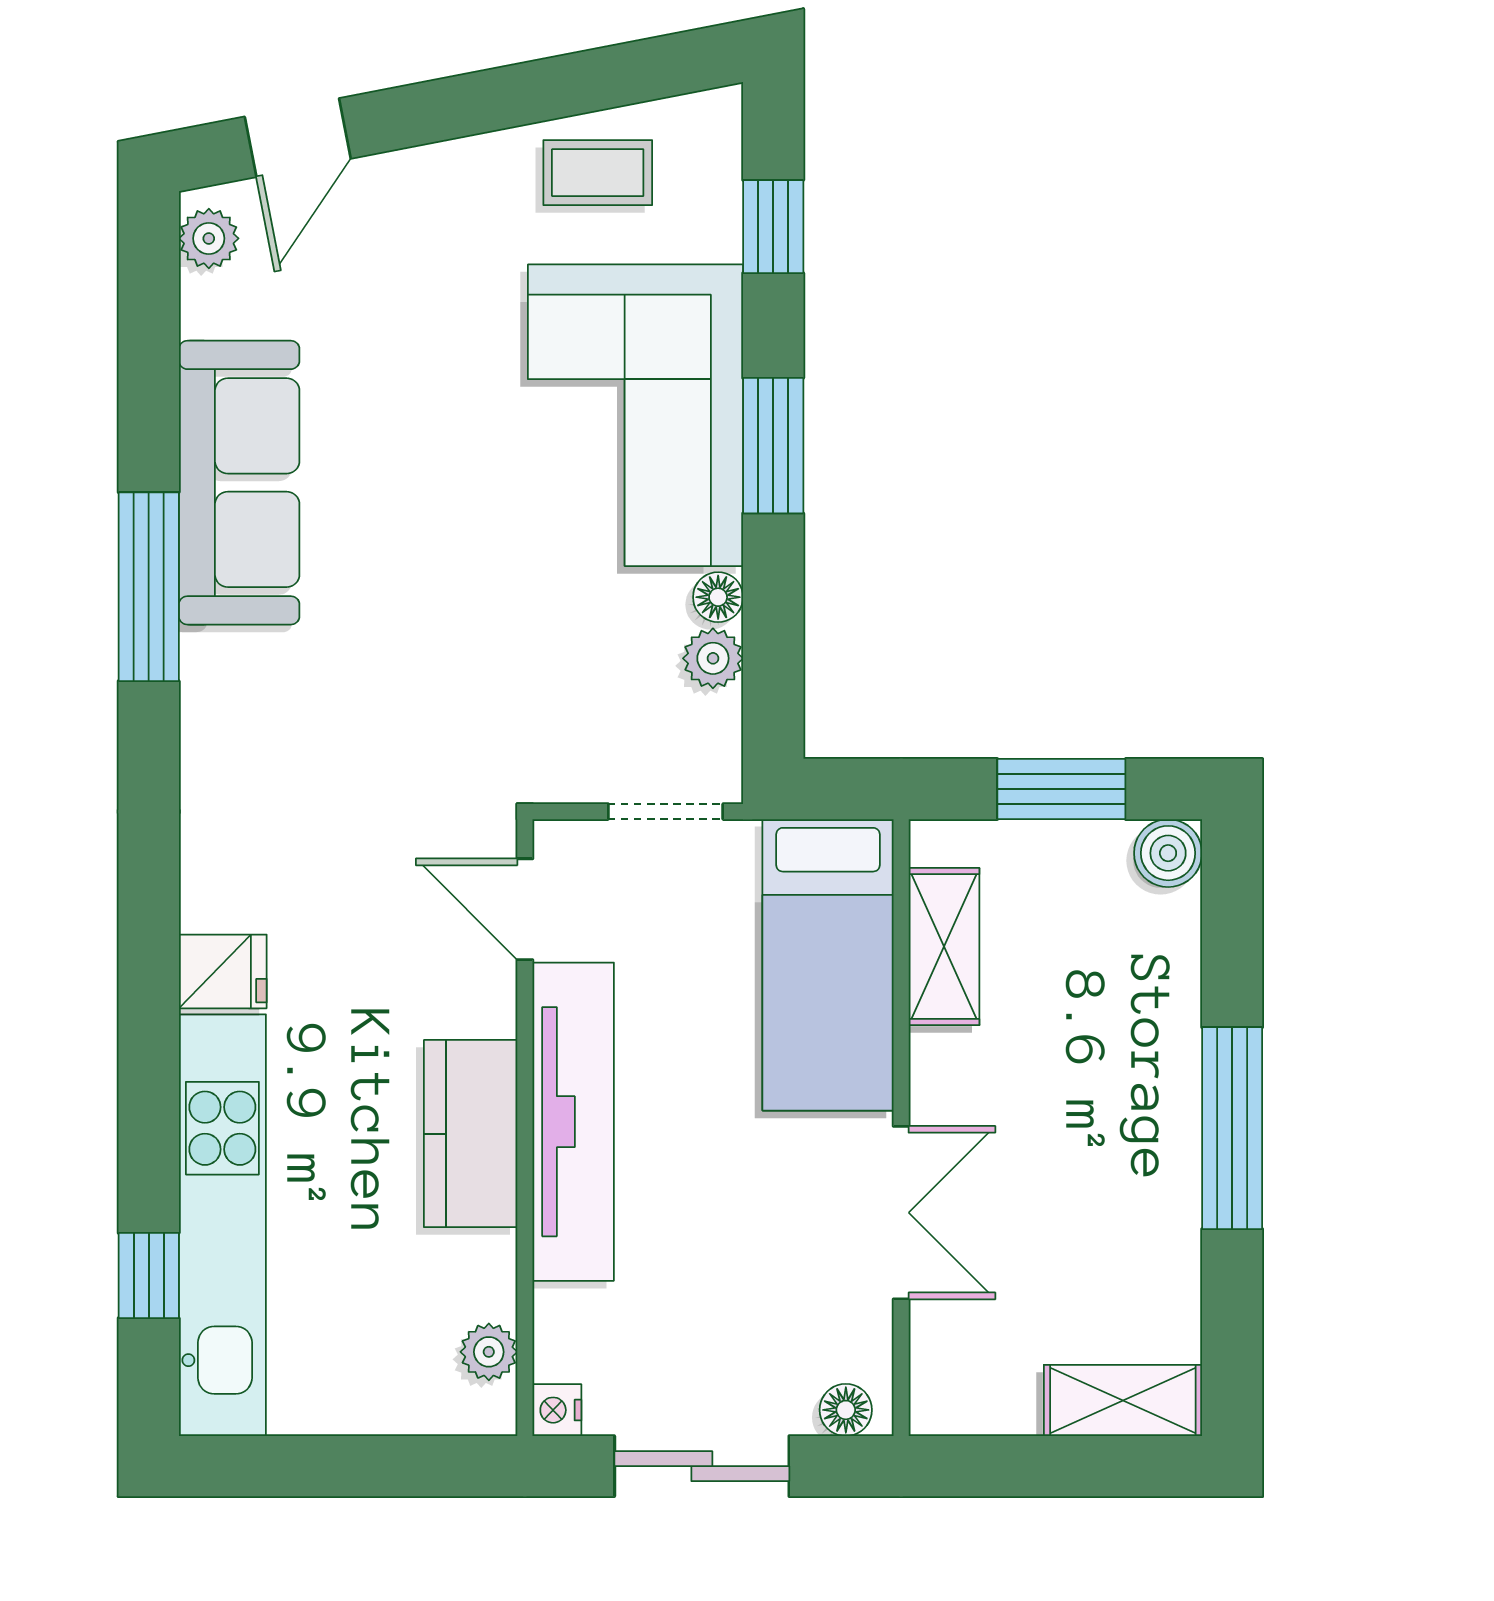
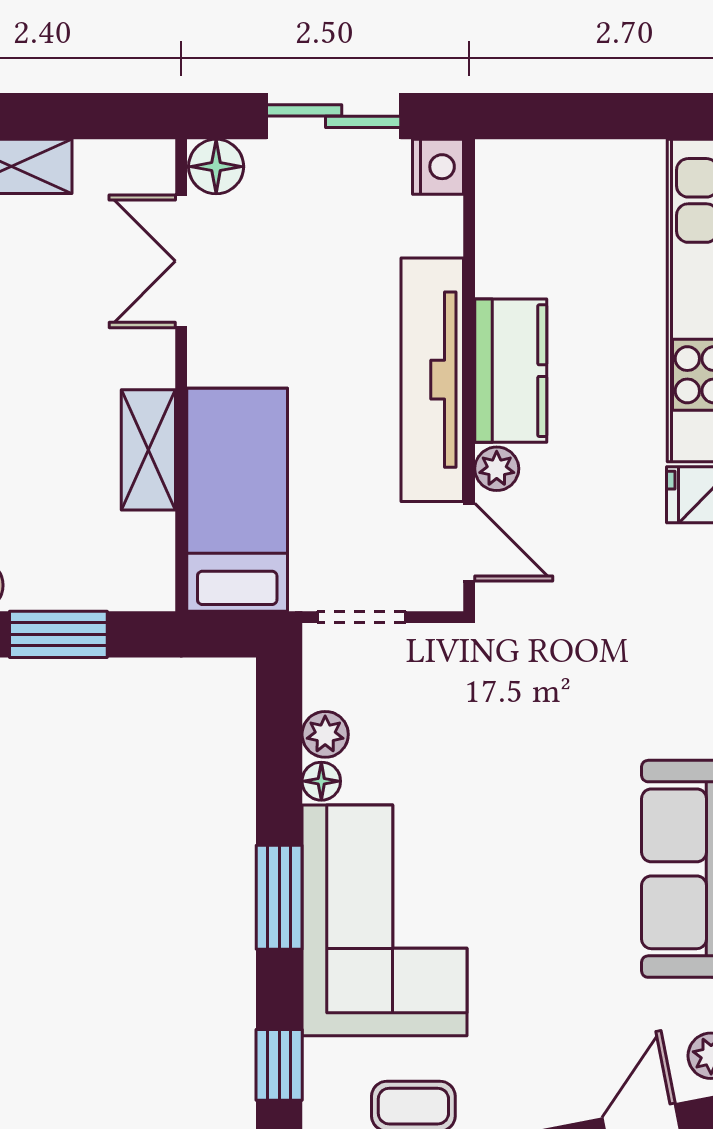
shelving: (944, 947) -> (148, 450), moved
double door: (901, 1213) -> (181, 261), moved
plant: (489, 1352) -> (497, 469), moved
nightstand: (557, 1410) -> (438, 167), width x1.39, depth x1.35
floor lamp: (846, 1410) -> (216, 167), width x1.37, depth x1.37

